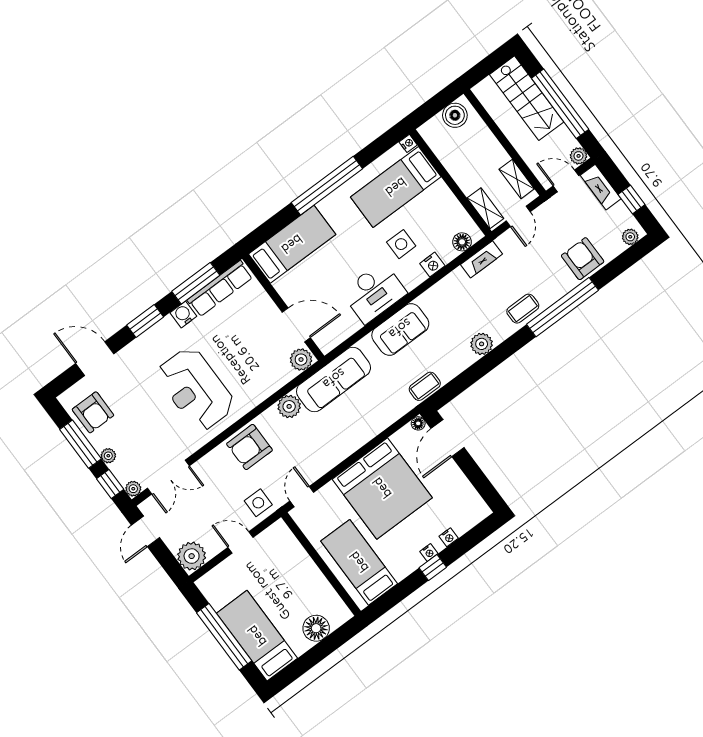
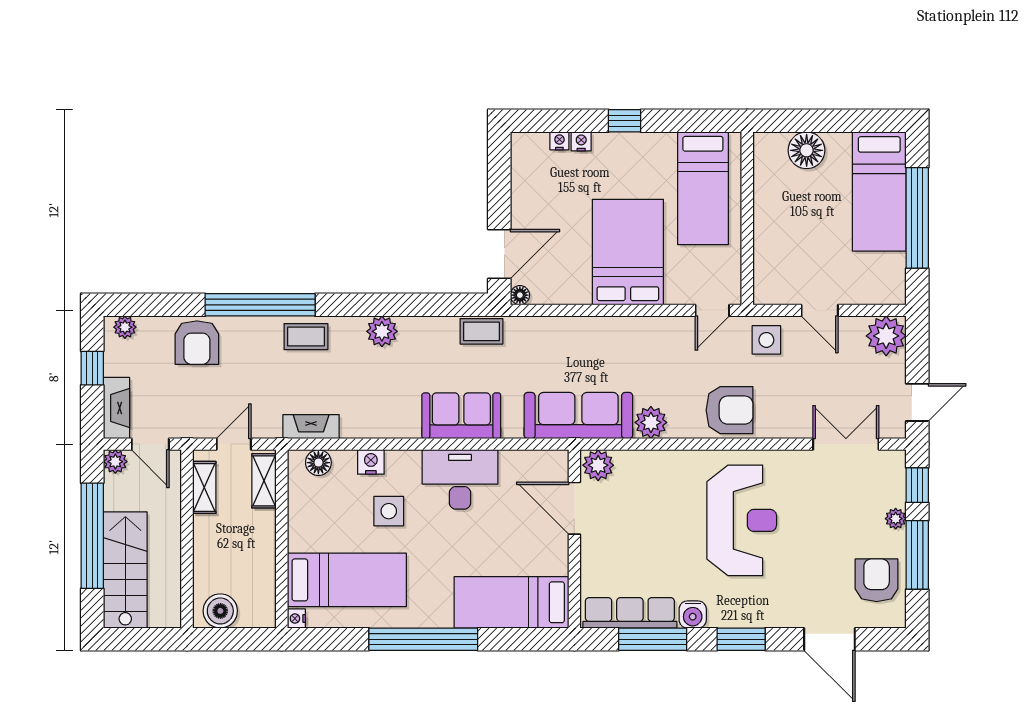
bed: (382, 488) -> (628, 252), width x0.73
plant: (133, 489) -> (895, 461), removed
nightstand: (429, 553) -> (559, 141), moved

